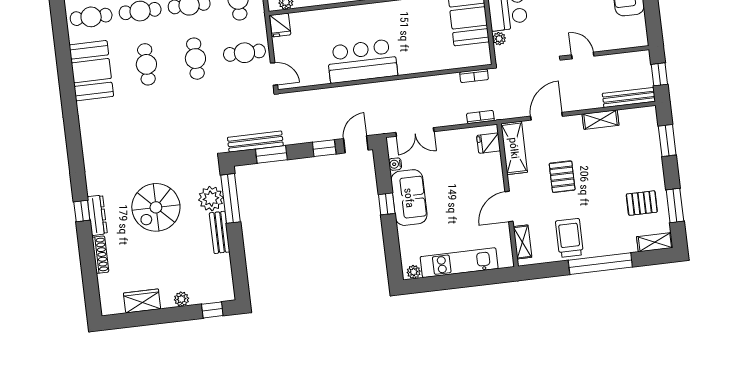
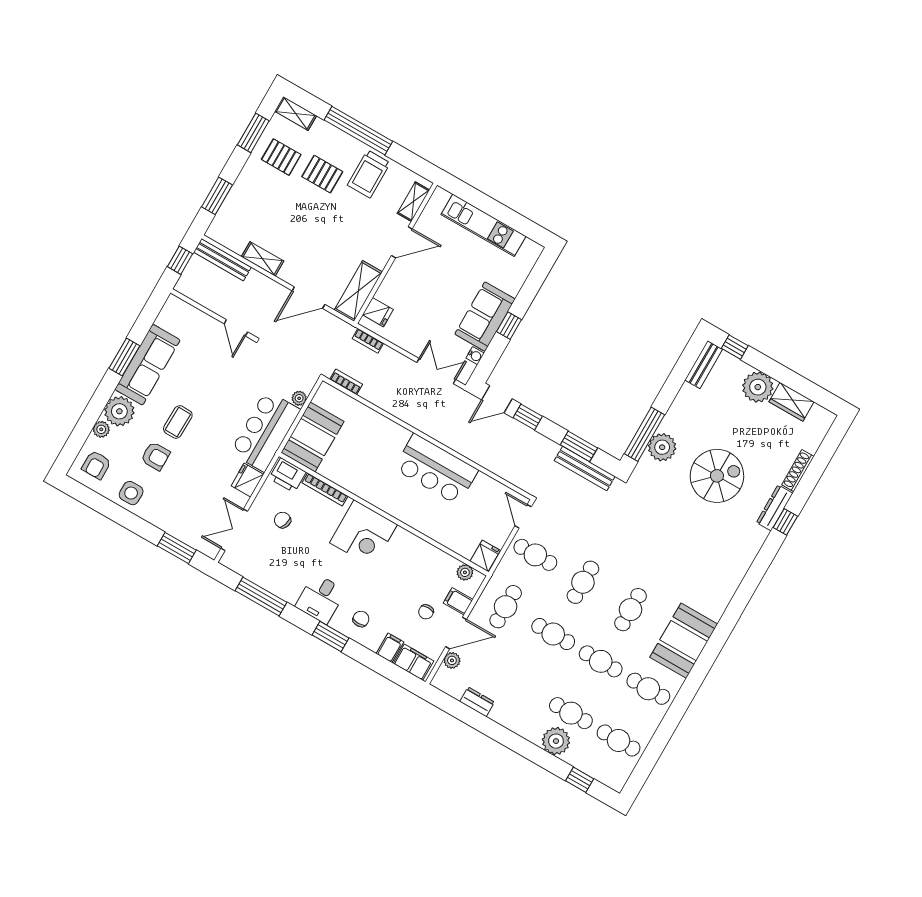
pallet: (562, 177) -> (322, 174), moved, turned 90
bench: (220, 232) -> (704, 365), moved
plant: (414, 272) -> (530, 247), removed
plant: (181, 299) -> (758, 387), width x1.88, depth x1.88

